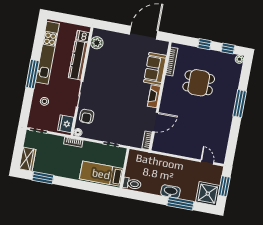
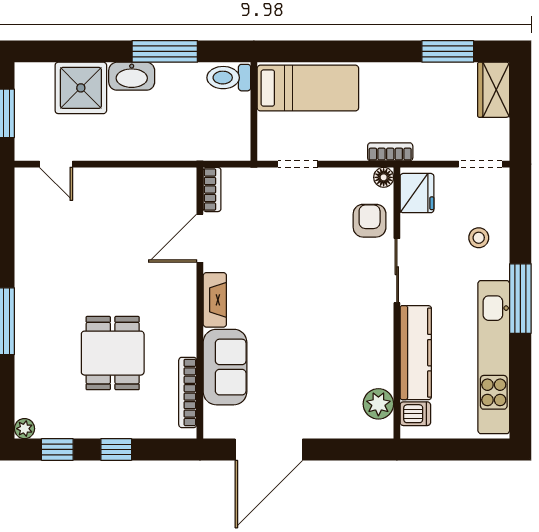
dining table: (199, 83) -> (113, 353), turned 90
shower: (208, 194) -> (81, 88), moved
window: (180, 204) -> (165, 51), moved

